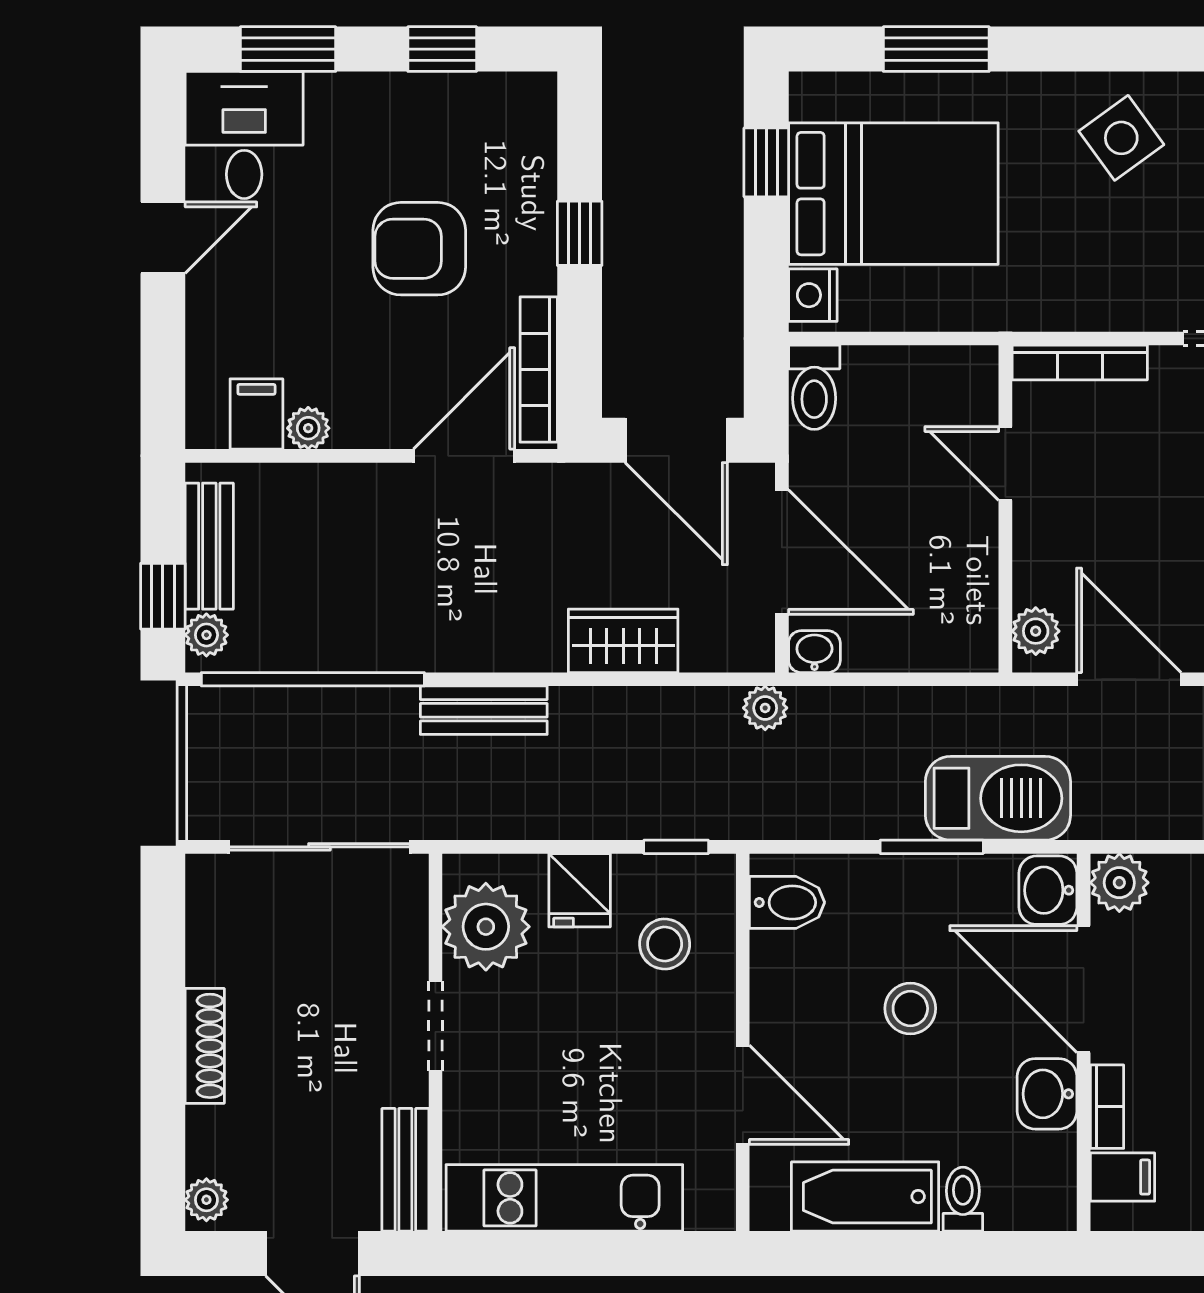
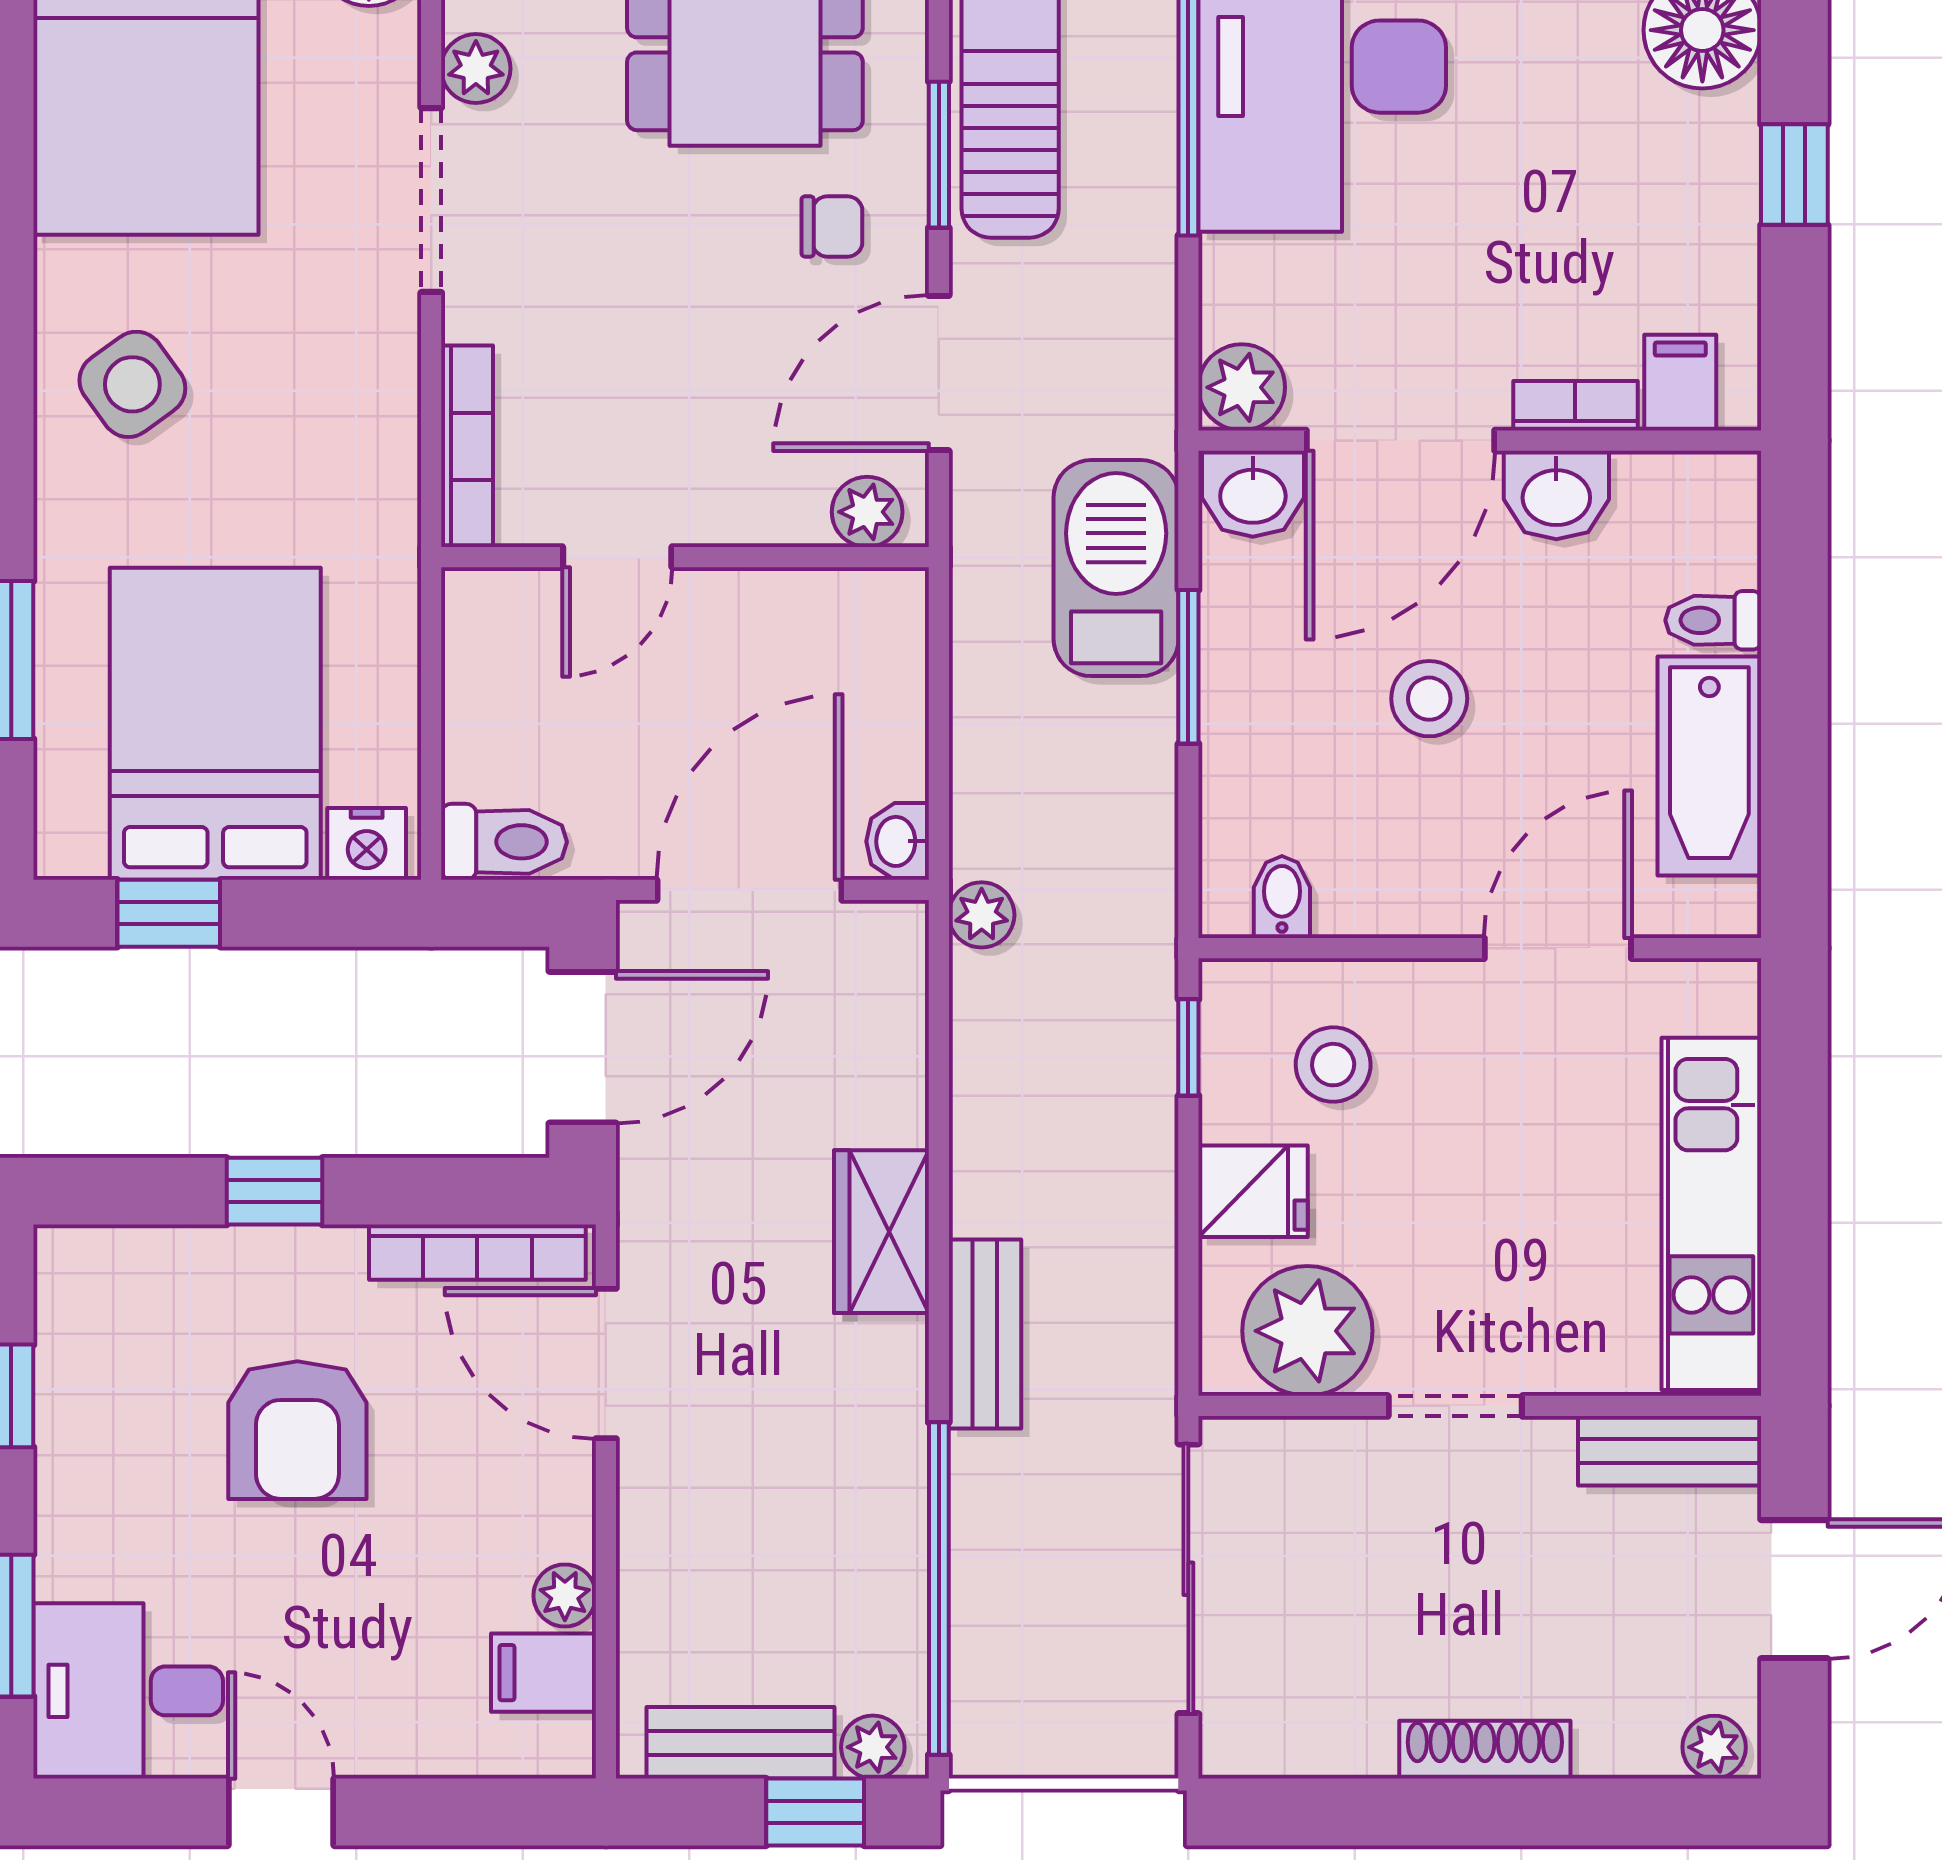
wardrobe: (623, 641) -> (881, 1232), moved
bidet: (787, 902) -> (1282, 897), width x0.72, depth x0.74

